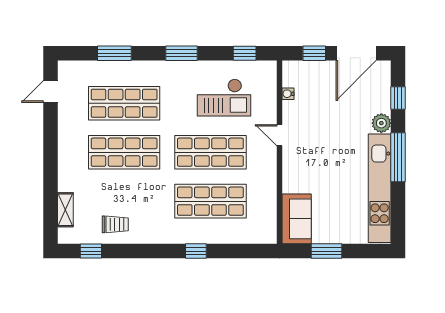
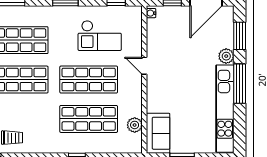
water cooler: (288, 94) -> (151, 13), moved
window: (398, 98) -> (240, 36), width x1.50
plant: (267, 209) -> (135, 125), added

